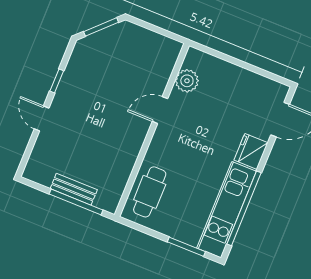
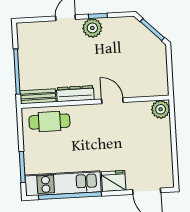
plant: (187, 81) -> (161, 109), moved
plant: (67, 94) -> (92, 28), added
dresser: (132, 148) -> (75, 94), added
bench: (74, 189) -> (38, 96), moved, turned 90

